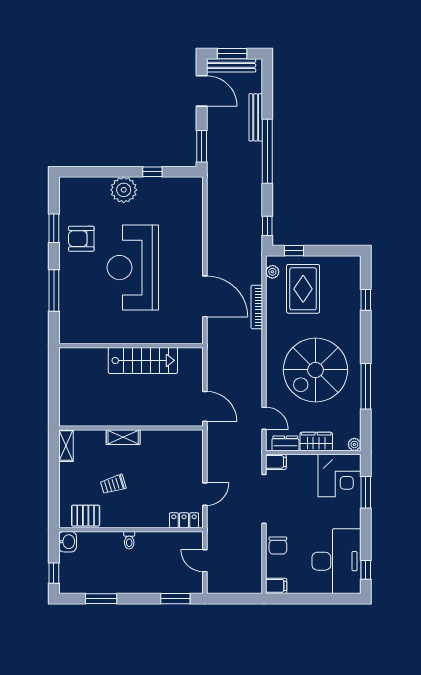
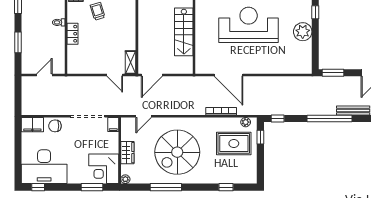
window: (152, 172) -> (315, 12), moved
plant: (124, 190) -> (303, 32), moved
door: (205, 296) -> (229, 75), hinge flipped
spiral stairs: (315, 370) -> (177, 152), turned -90
shelving: (123, 437) -> (131, 62), moved
dresser: (285, 443) -> (126, 131), removed
door: (205, 494) -> (115, 75), moved
locker: (184, 520) -> (73, 34), moved
filing cabinet: (276, 586) -> (32, 125), width x2.00
window: (175, 599) -> (18, 42), moved

